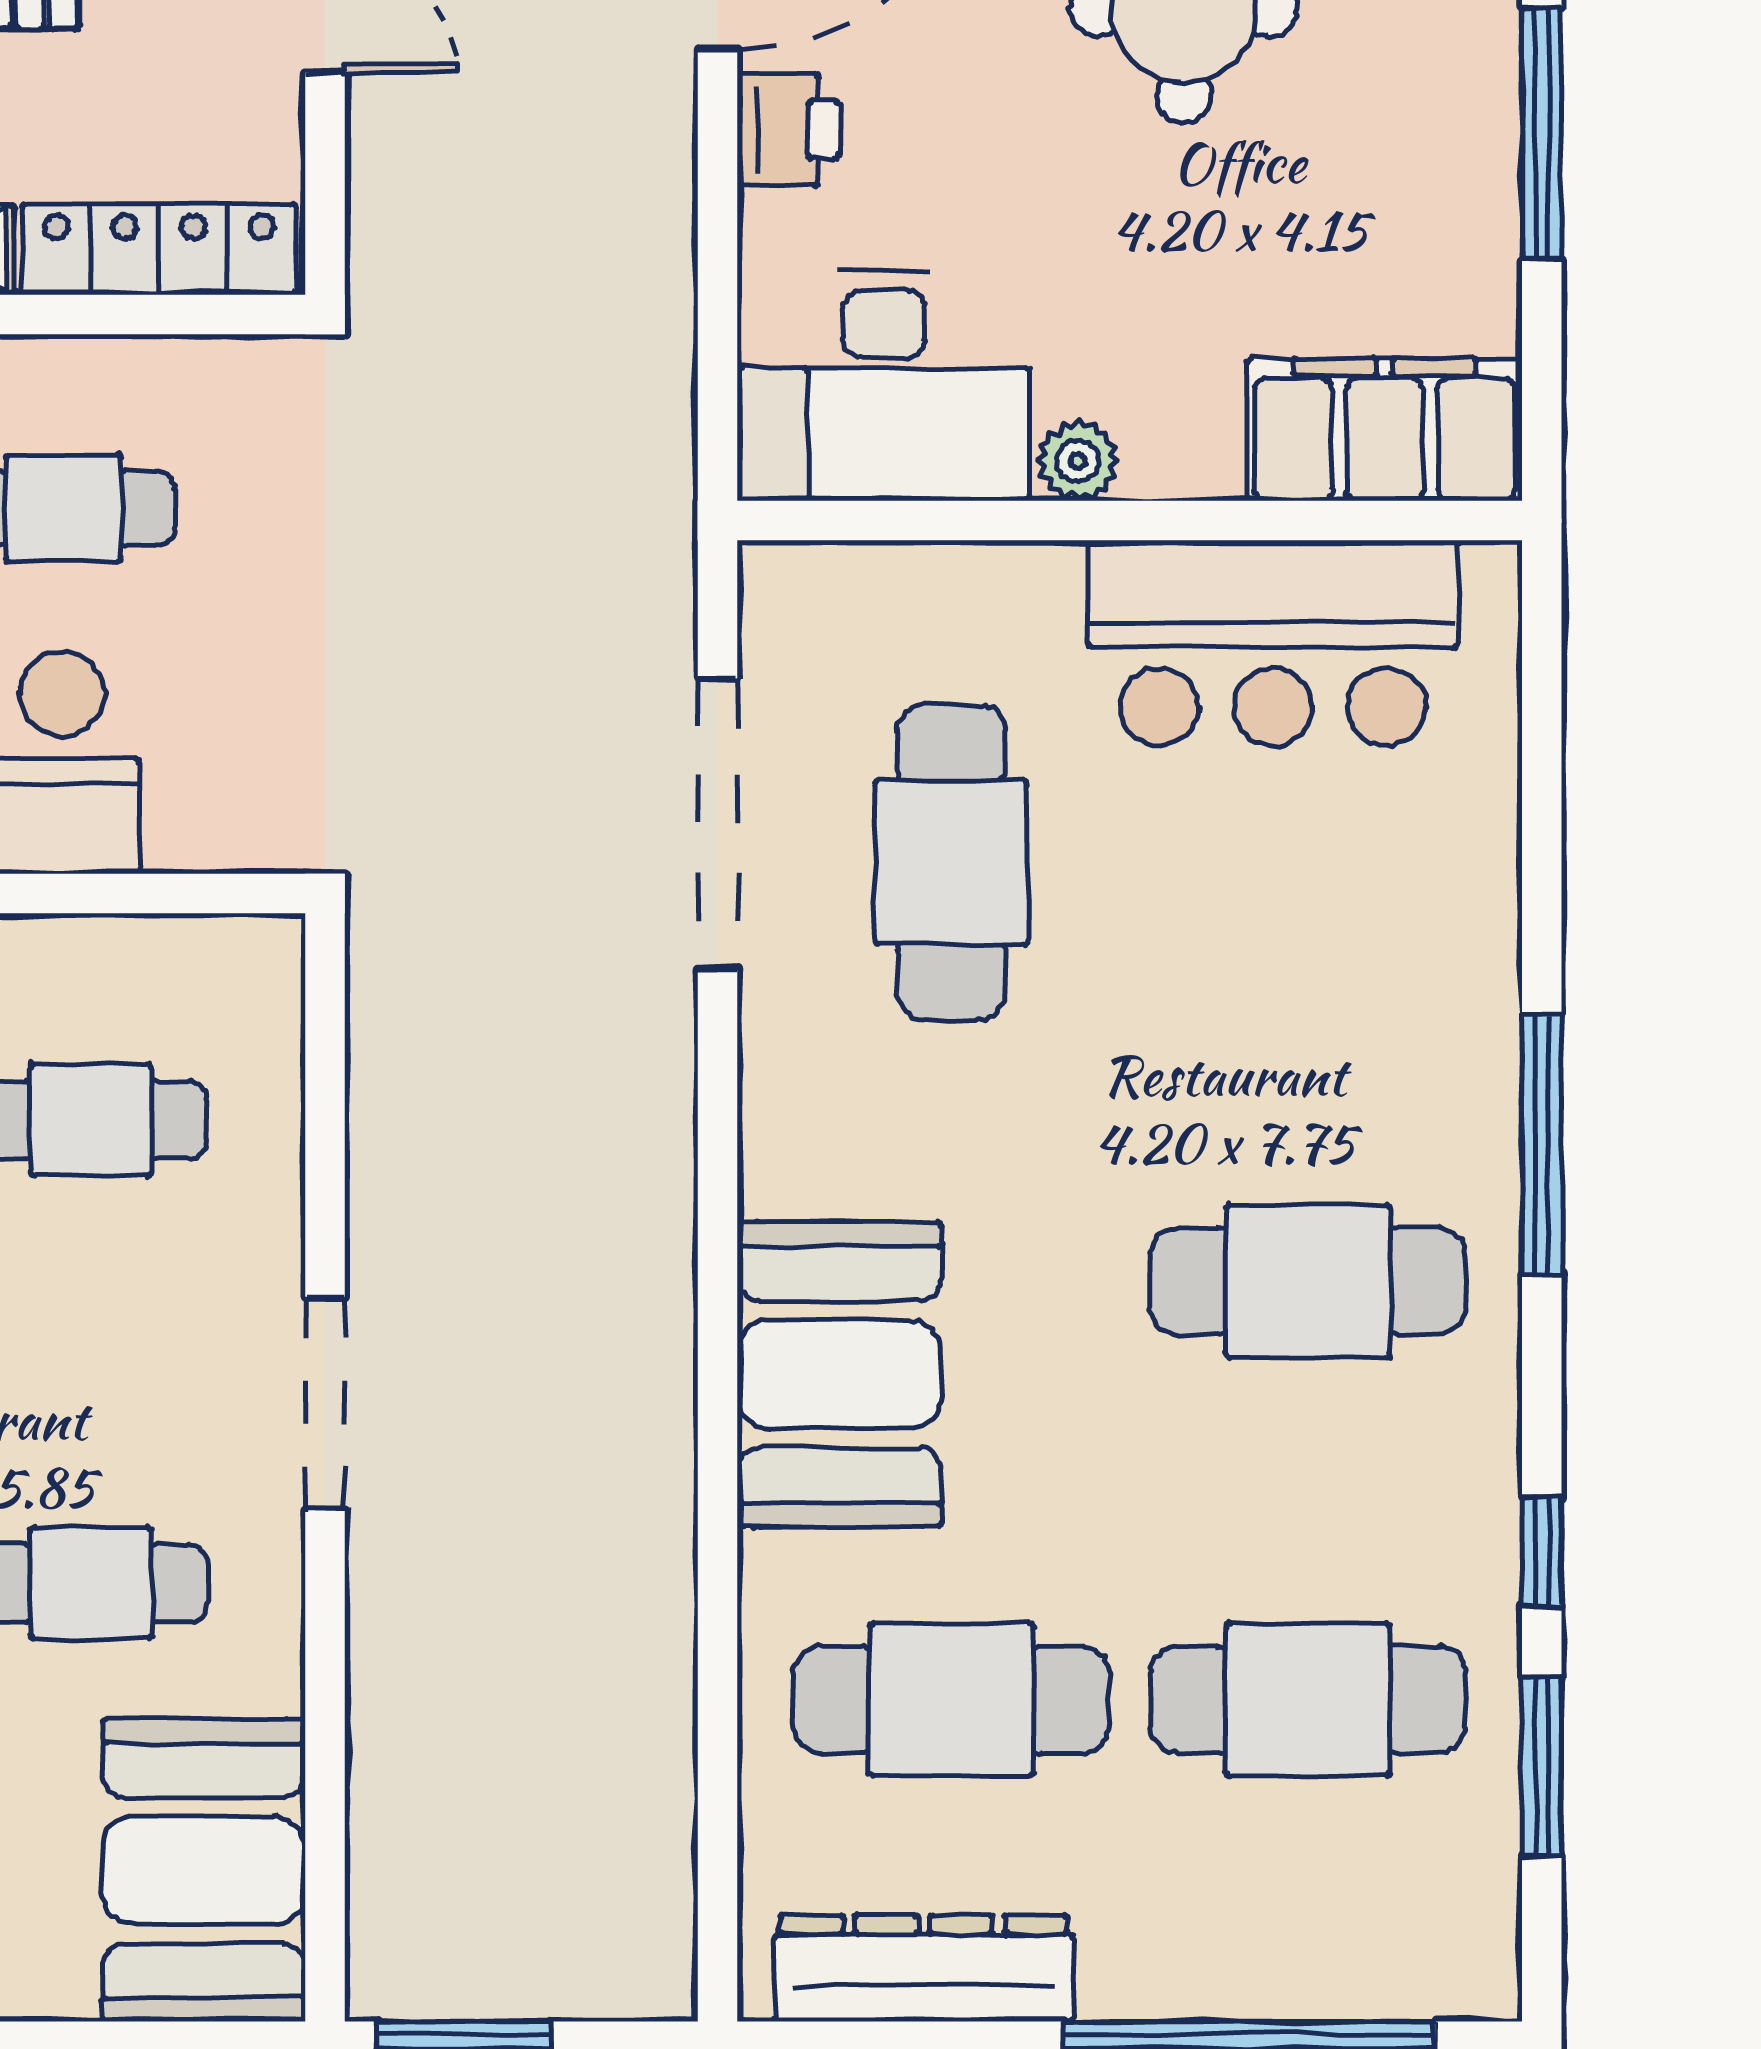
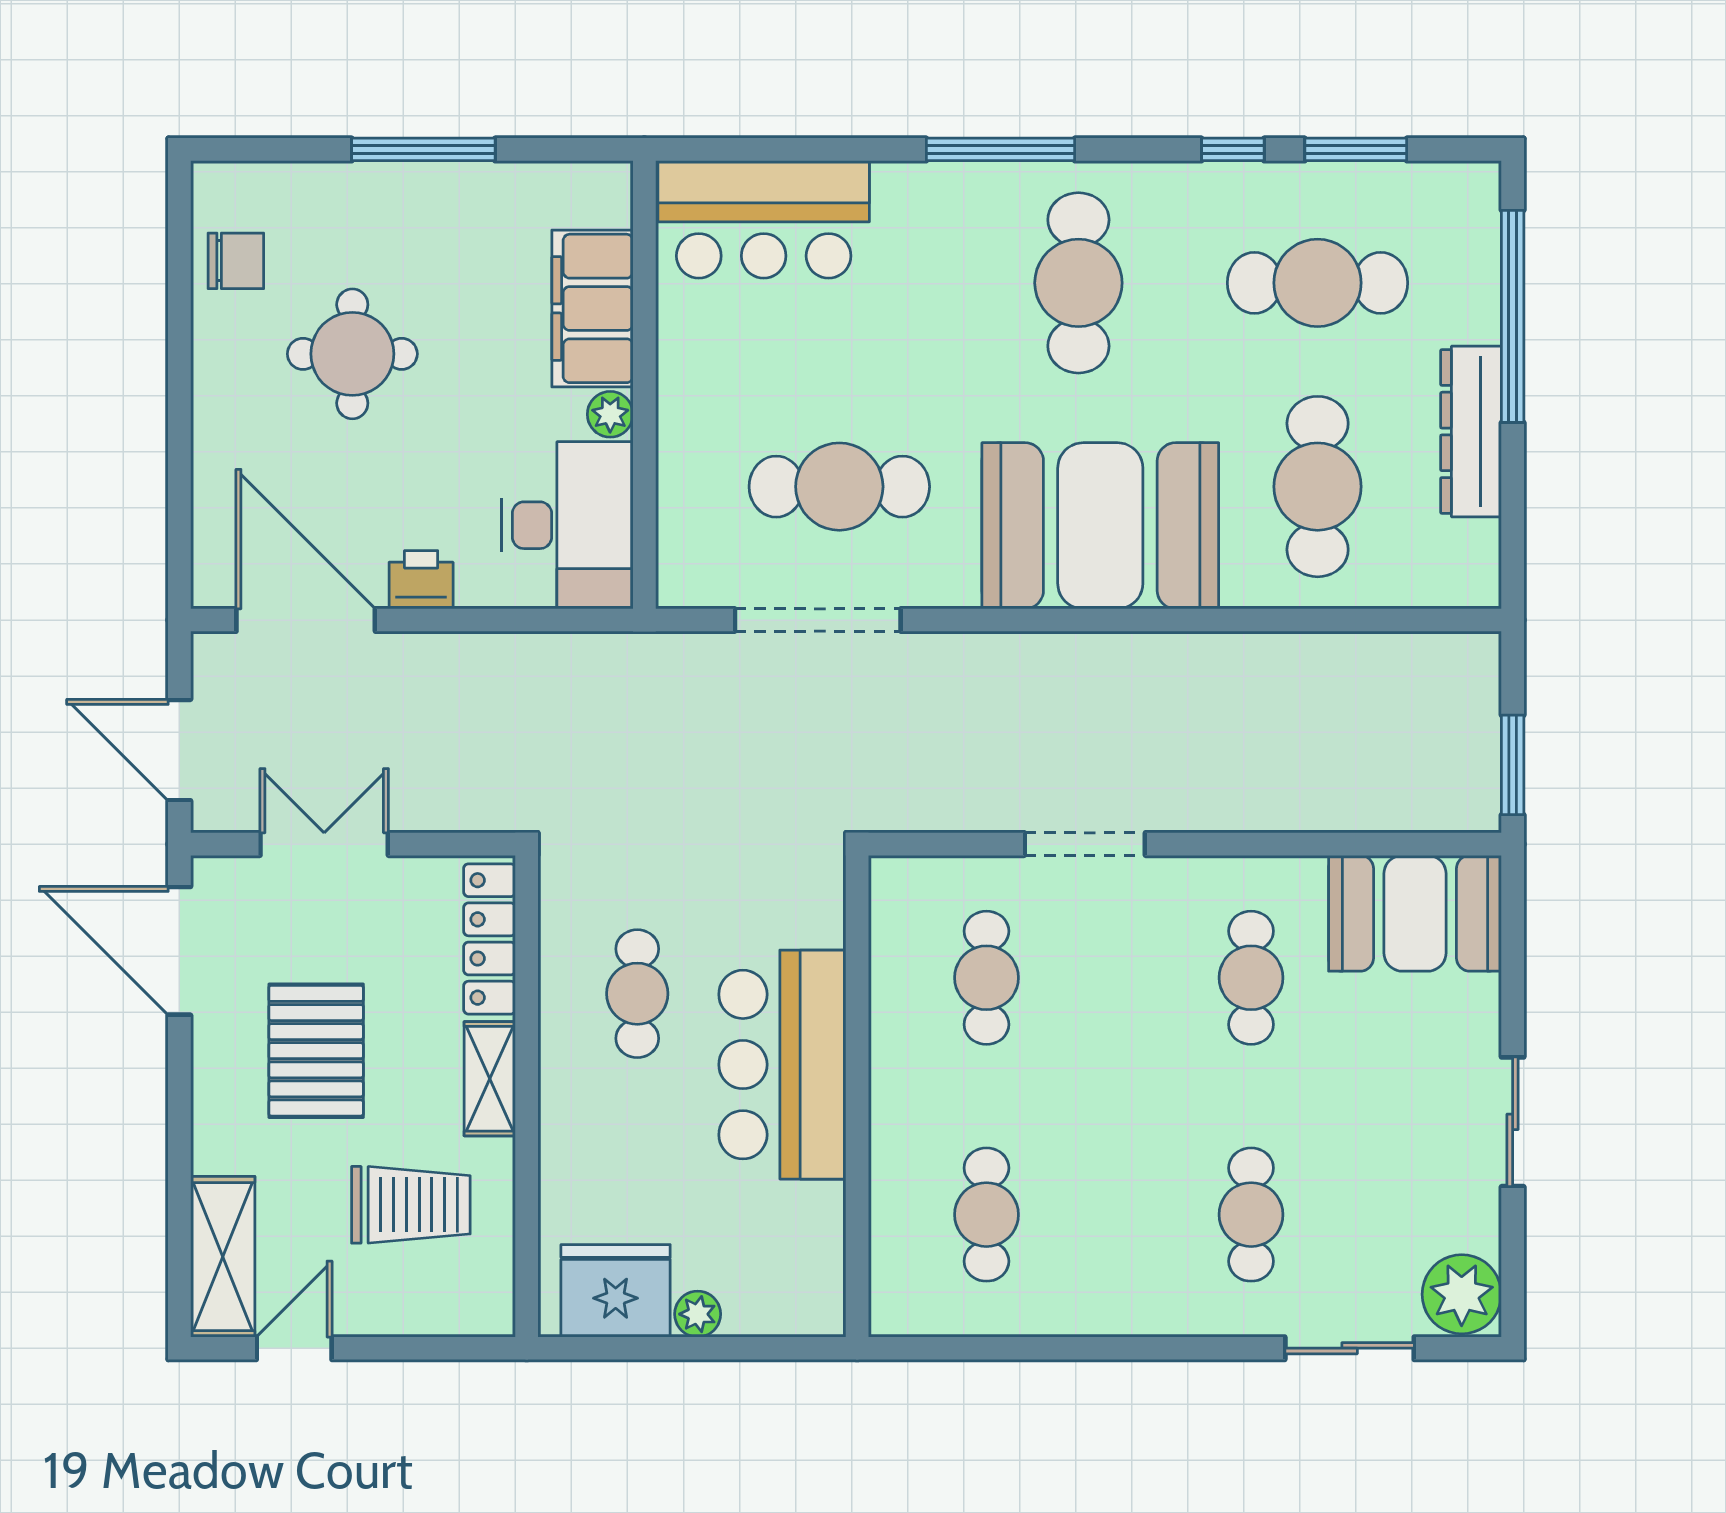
filing cabinet: (1385, 430) -> (592, 308), moved
bar counter: (1273, 643) -> (764, 219), moved, turned 90
booth: (839, 1374) -> (1100, 526), width x1.36, depth x1.42
doorway: (325, 1403) -> (1085, 844), moved
cafe table: (1308, 1700) -> (1318, 283), turned 90
dresser: (924, 1968) -> (1471, 431), moved

